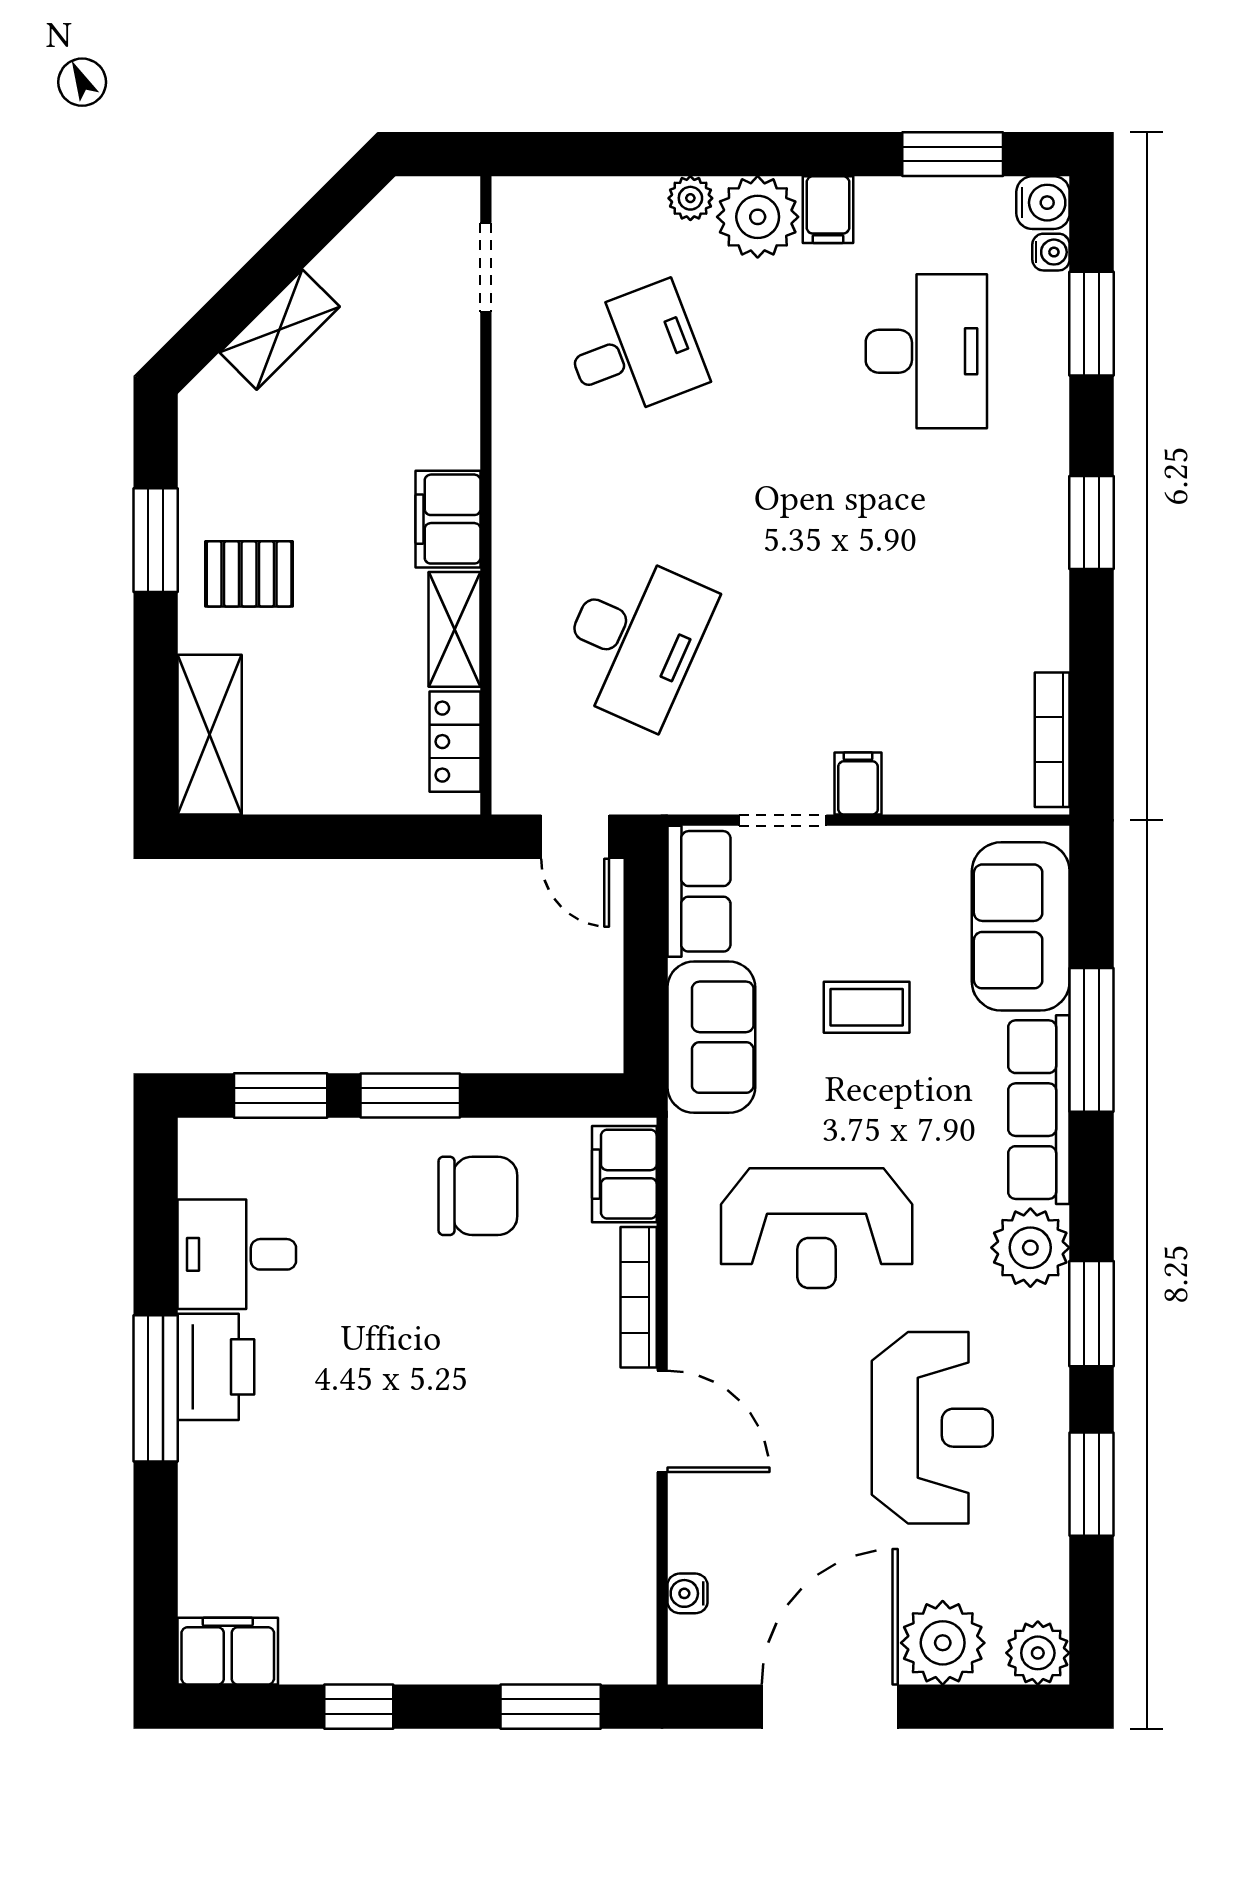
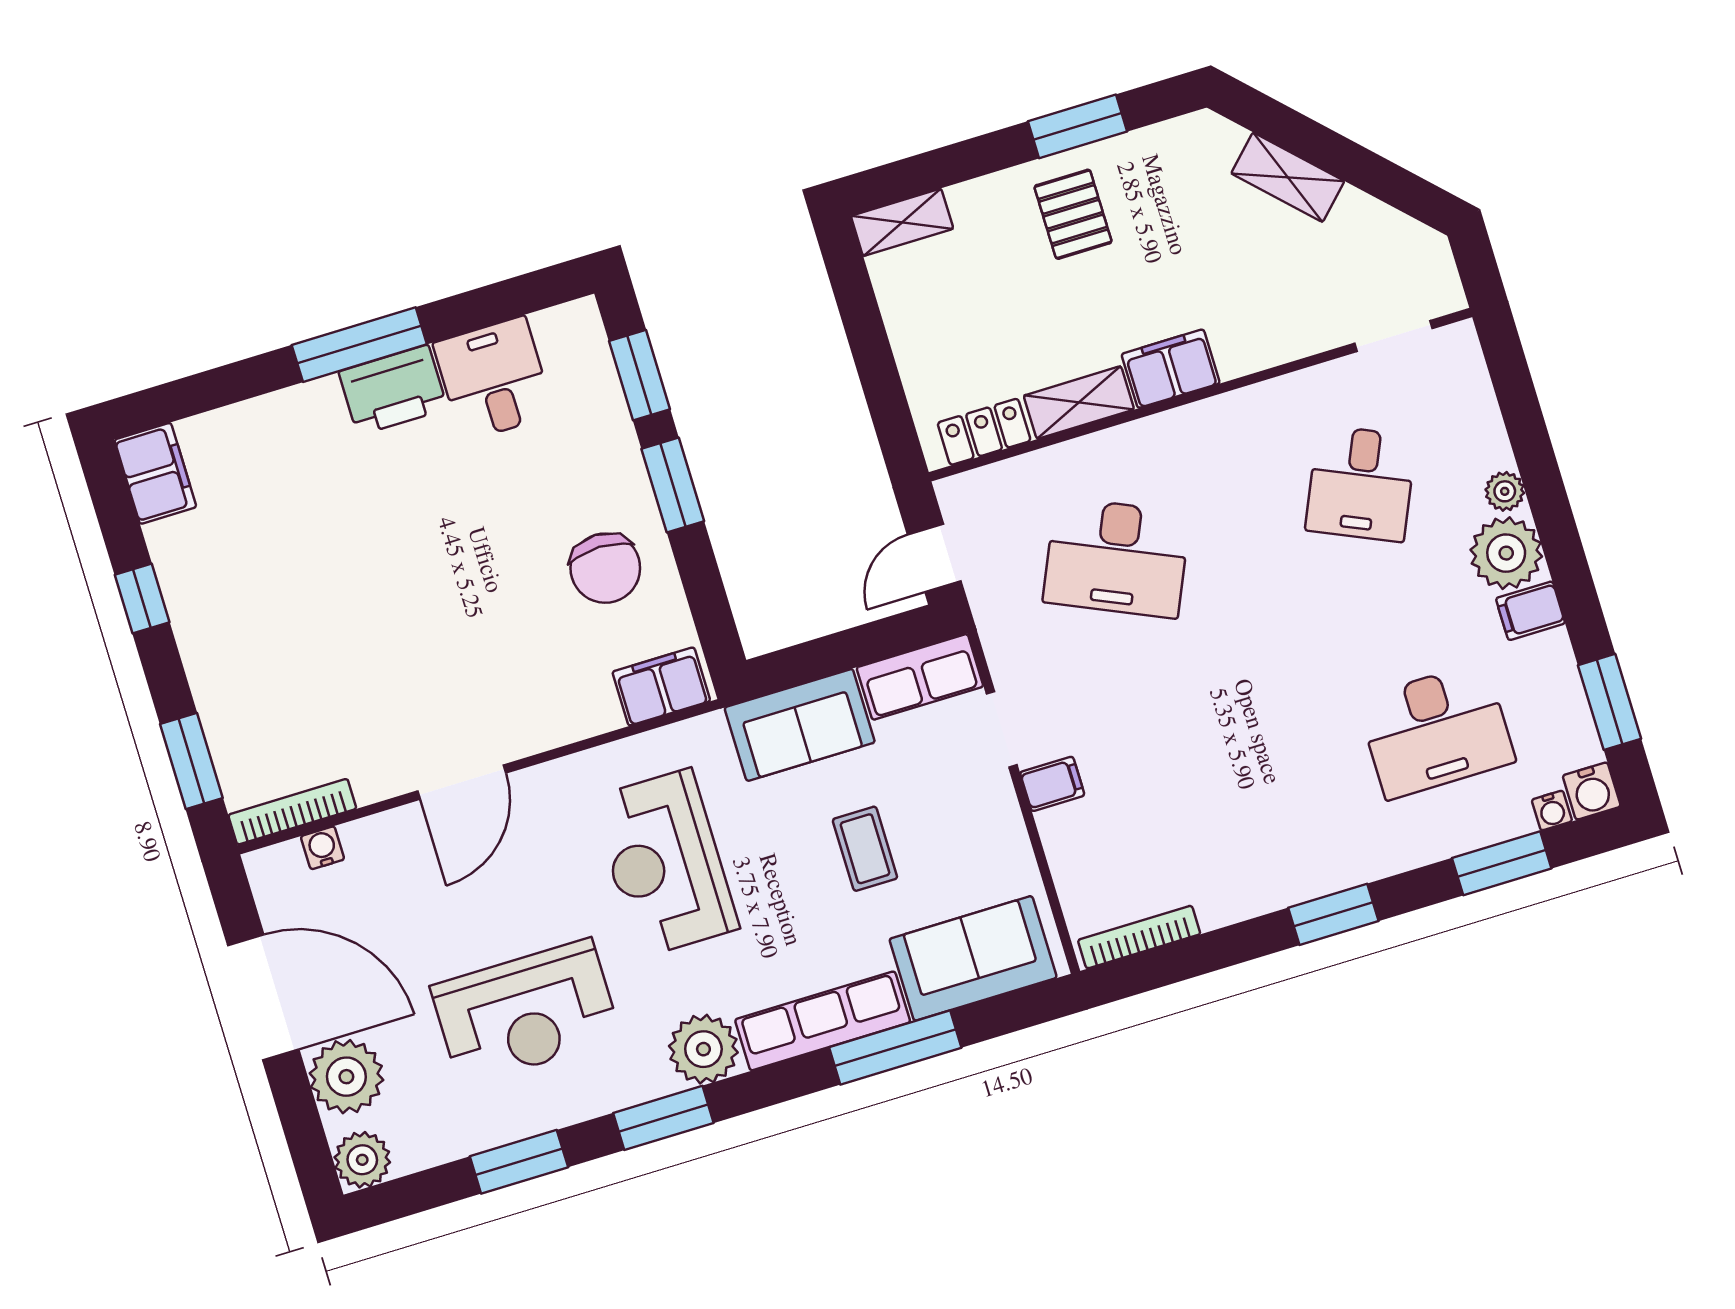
desk: (635, 351) -> (1361, 483), turned 45
shelving: (210, 735) -> (902, 222), width x0.67, depth x0.75
bookcase: (639, 1297) -> (292, 812), moved

